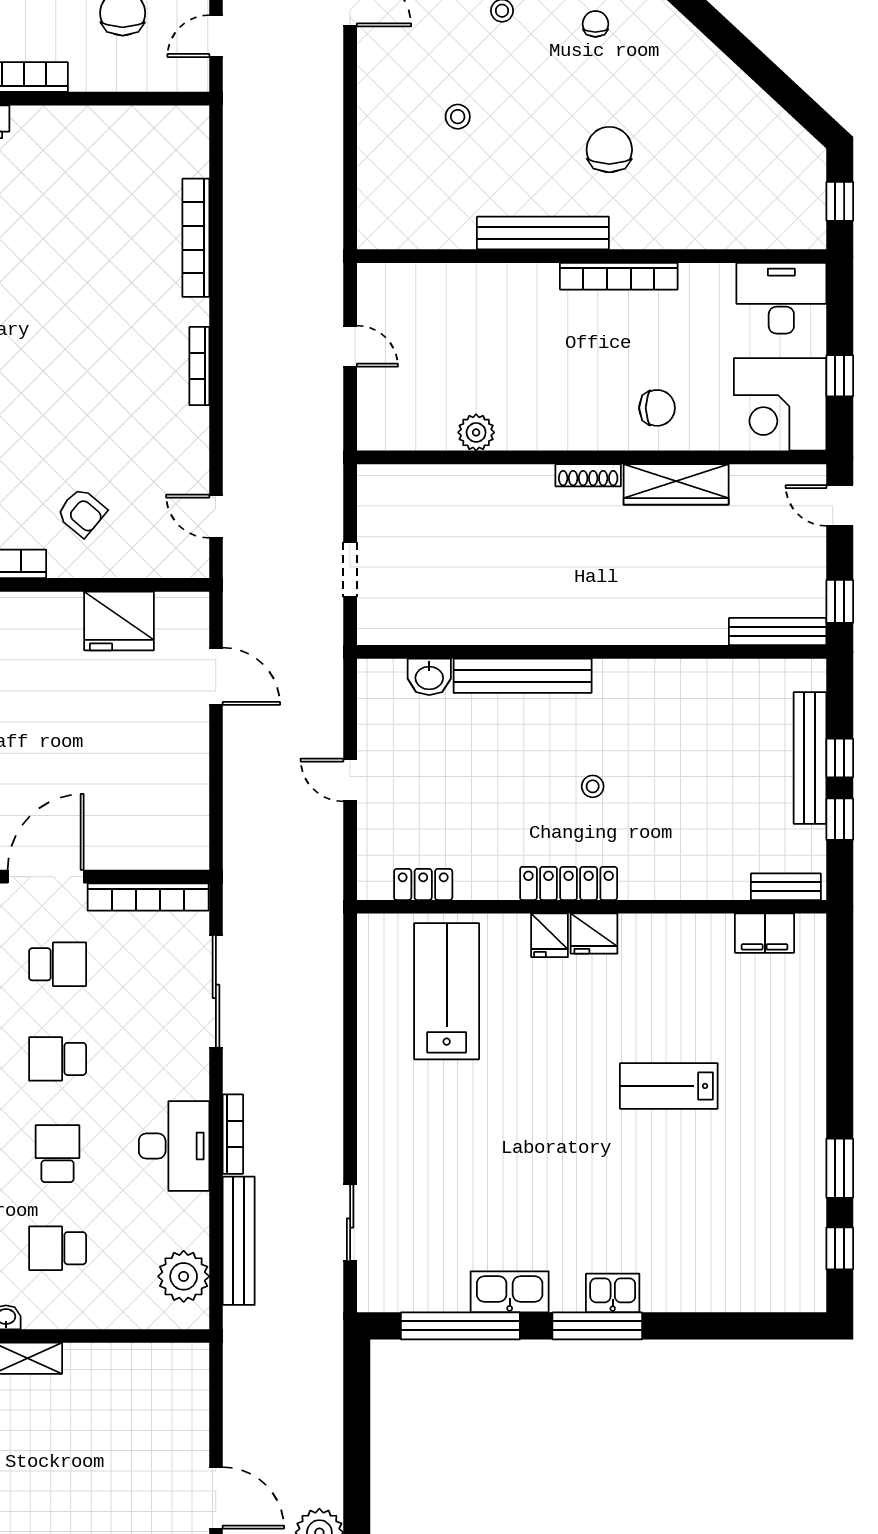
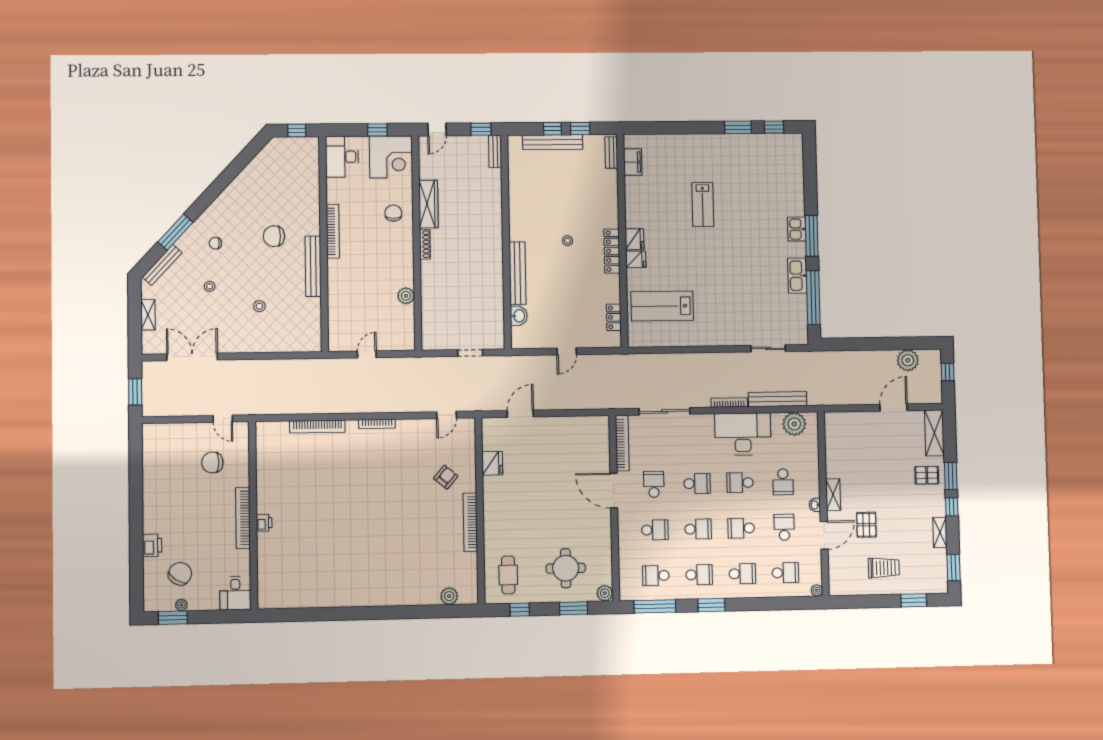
fridge: (119, 621) -> (492, 463), width x0.73, depth x0.75
bench: (778, 632) -> (495, 151), width x0.73
school desk: (58, 1059) -> (697, 484), turned -90
desk: (174, 1146) -> (743, 434), width x1.36, depth x1.30

